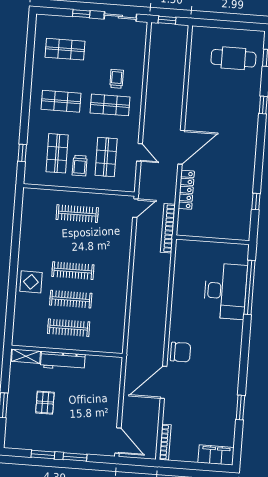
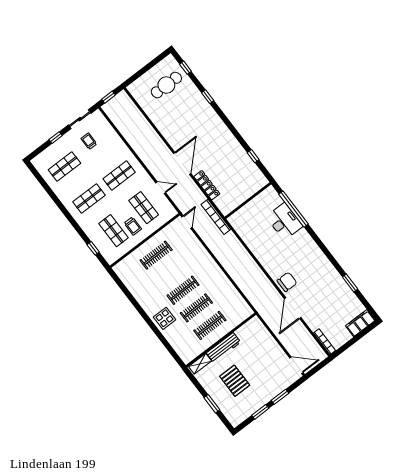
trolley: (117, 79) -> (89, 141), moved
desk: (225, 291) -> (284, 221), width x0.73, depth x0.77
pallet: (45, 403) -> (235, 381), width x1.50, depth x1.42

